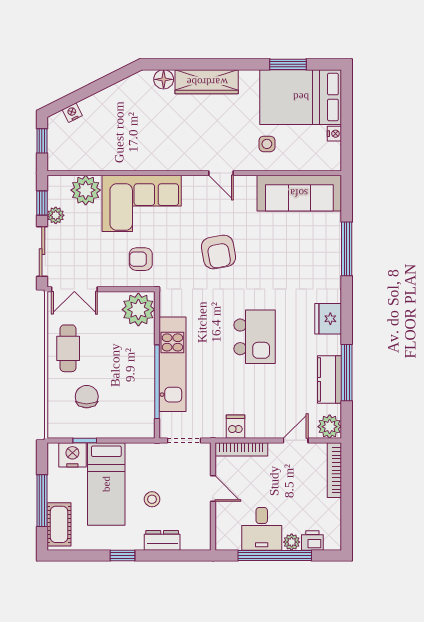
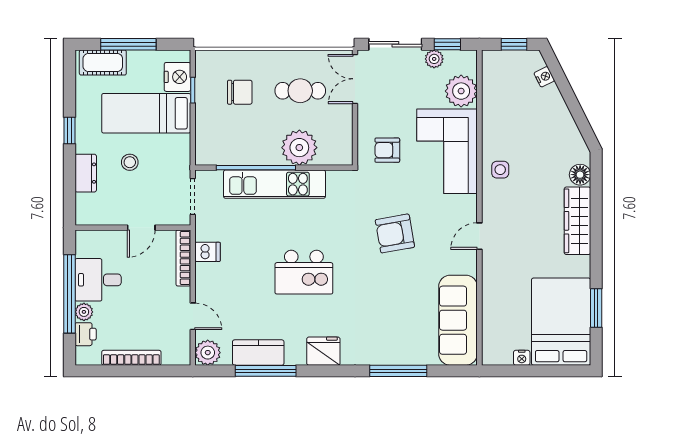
side table: (267, 144) -> (500, 170), moved
armchair: (141, 259) -> (387, 150), turned -90
plant: (138, 310) -> (299, 148), moved
cafe table: (68, 348) -> (300, 91), moved
bookcase: (334, 470) -> (131, 358), moved

